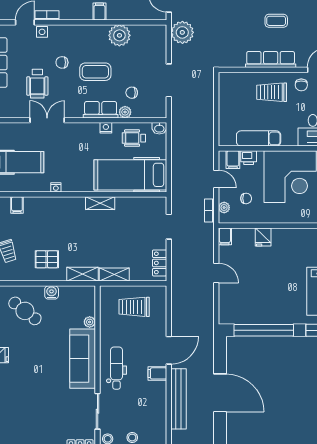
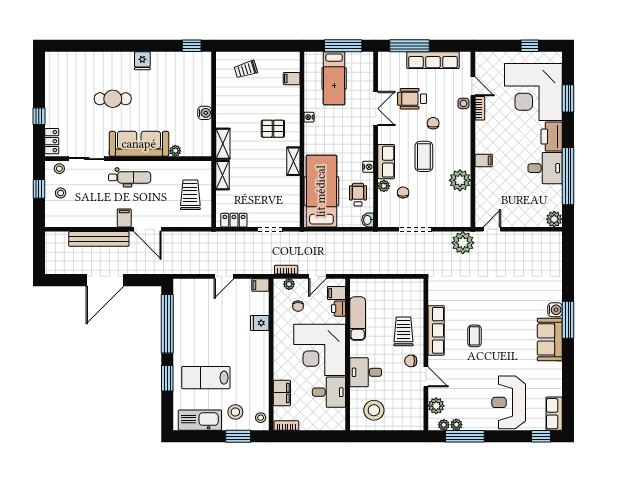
pallet: (47, 259) -> (273, 129), moved, turned 90
cafe table: (25, 311) -> (113, 99), moved, turned 52

